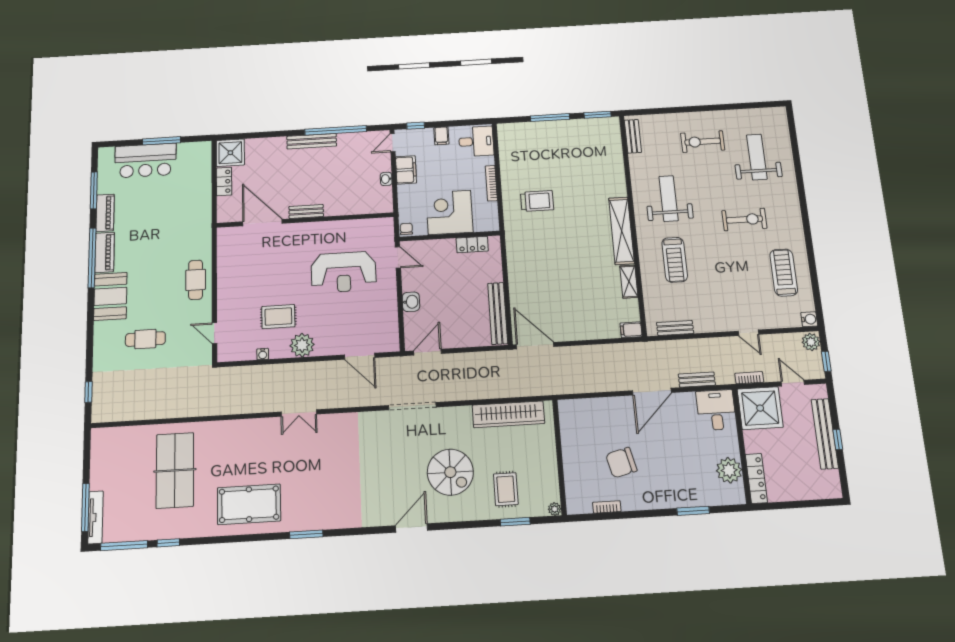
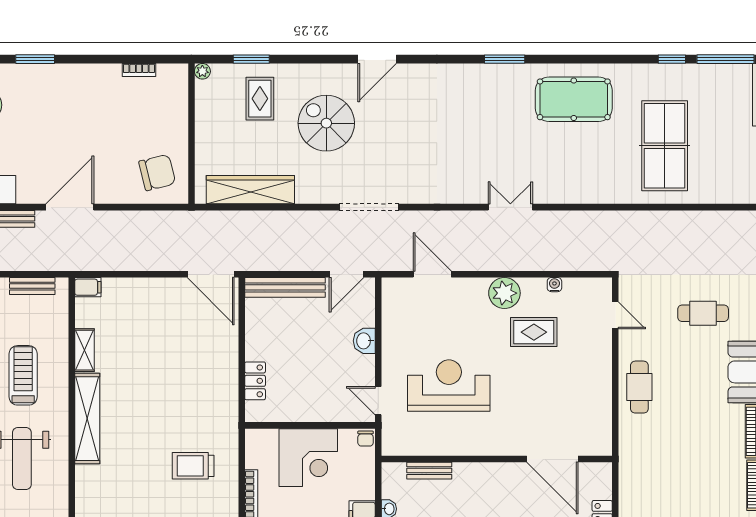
bench: (306, 211) -> (429, 471), moved
locker: (472, 245) -> (255, 381), moved, turned 90
bench: (498, 313) -> (285, 287), moved, turned 90
chair: (621, 463) -> (157, 172), moved

